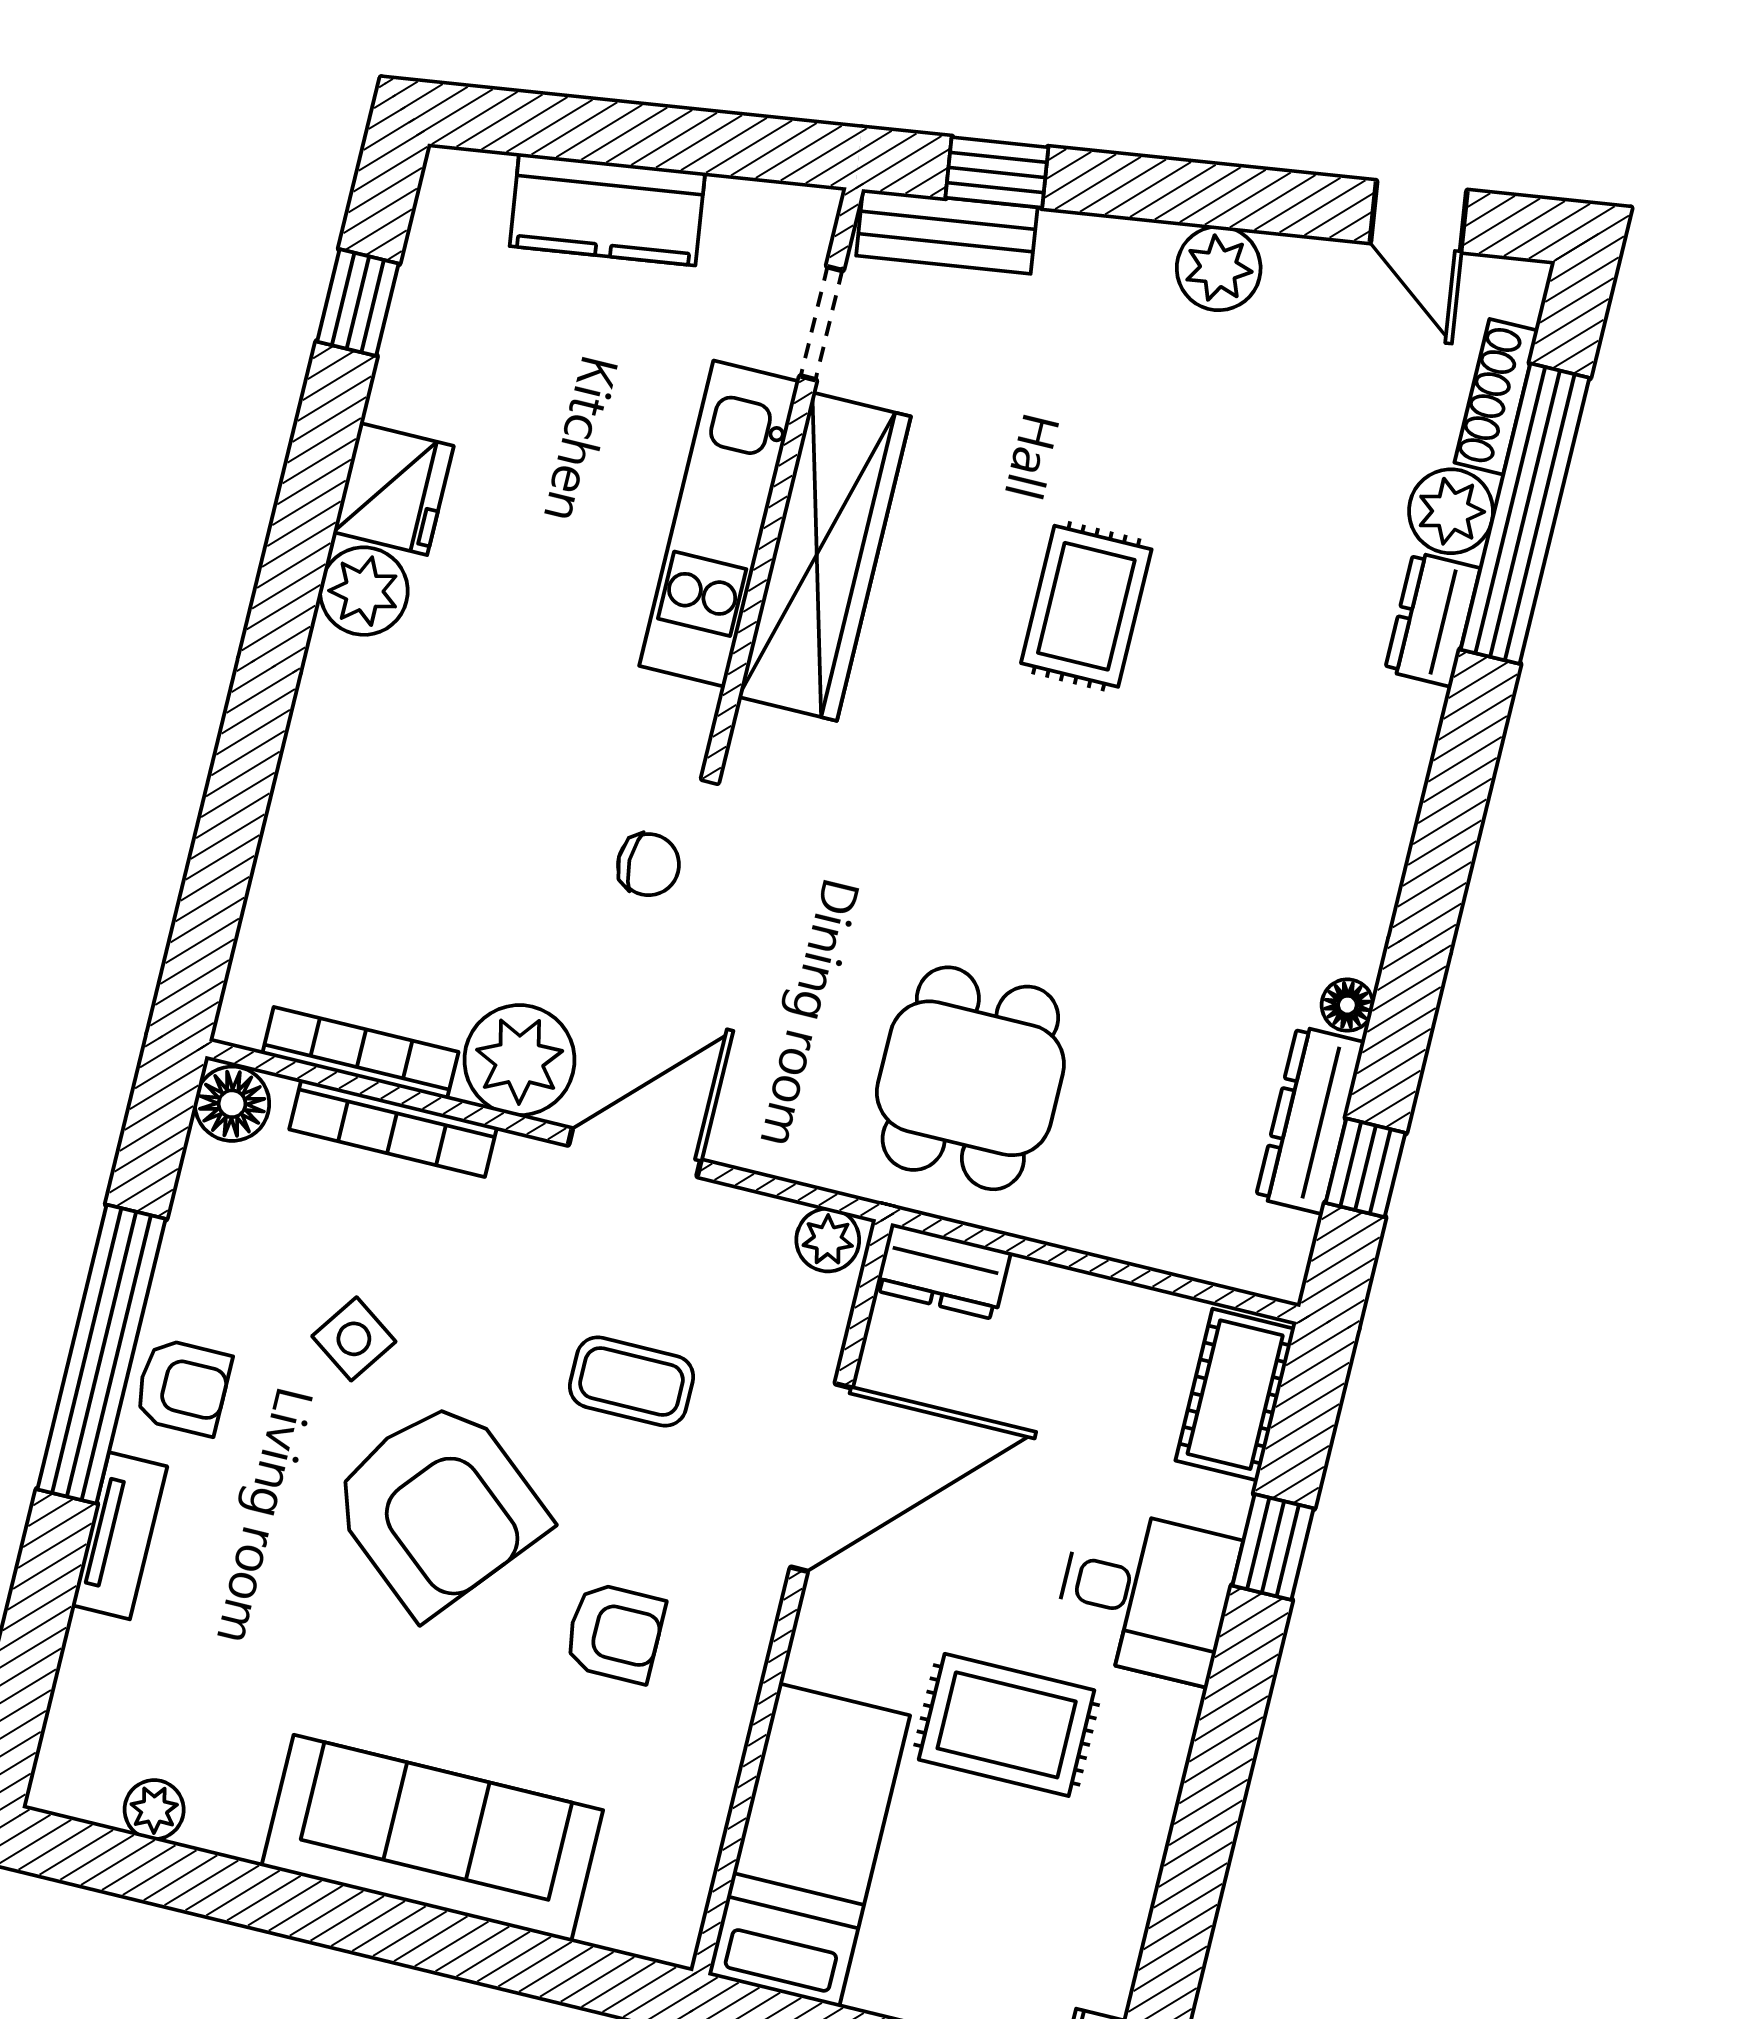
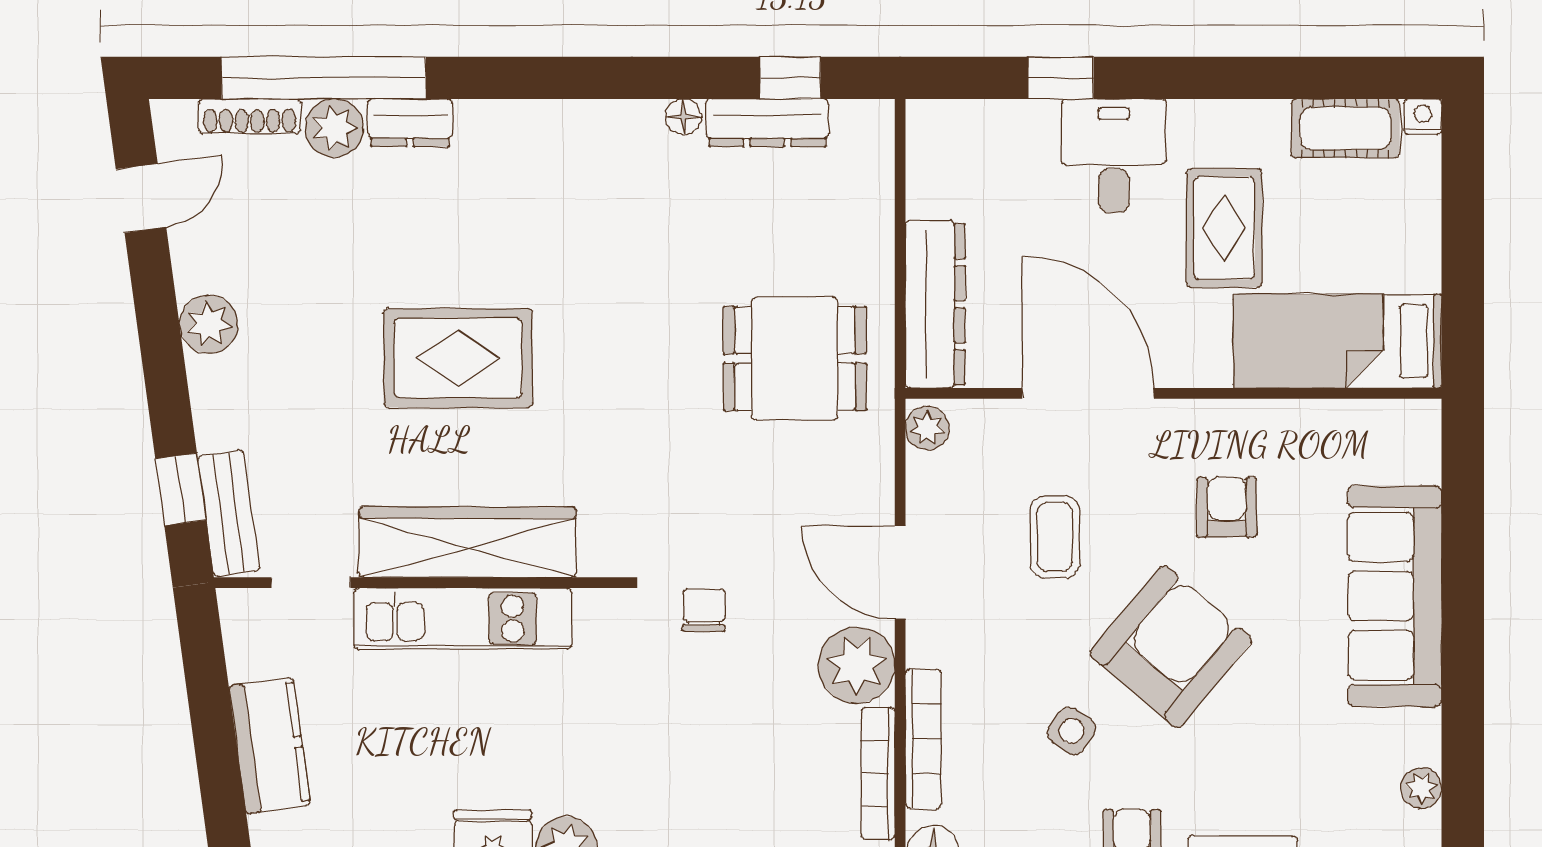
rug: (1086, 606) -> (458, 358), width x1.36, depth x1.43
dresser: (943, 1271) -> (935, 304), width x1.96, depth x1.24
cot: (1235, 1395) -> (1345, 128), moved

